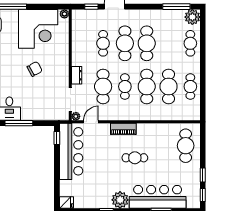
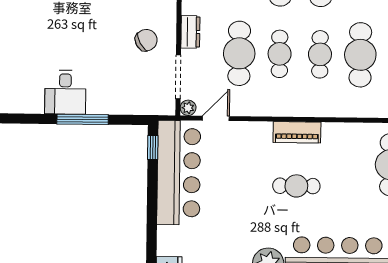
chair: (35, 69) -> (146, 40), moved
cafe table: (147, 87) -> (320, 54), width x0.73, depth x0.74
piano: (123, 129) -> (297, 132), moved

